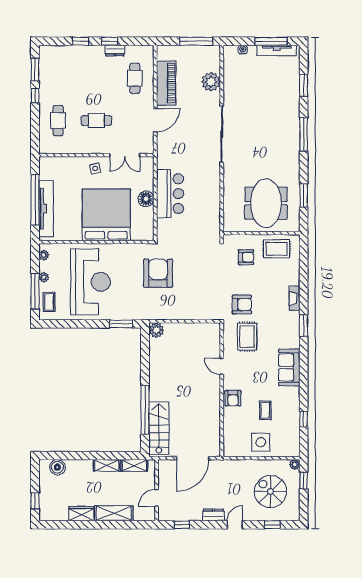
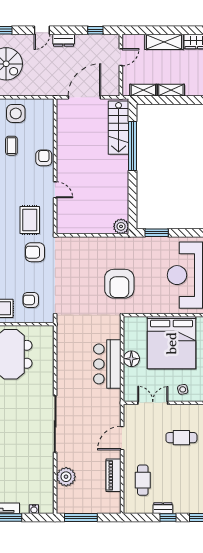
piano: (166, 83) -> (114, 475), width x0.73, depth x0.75

